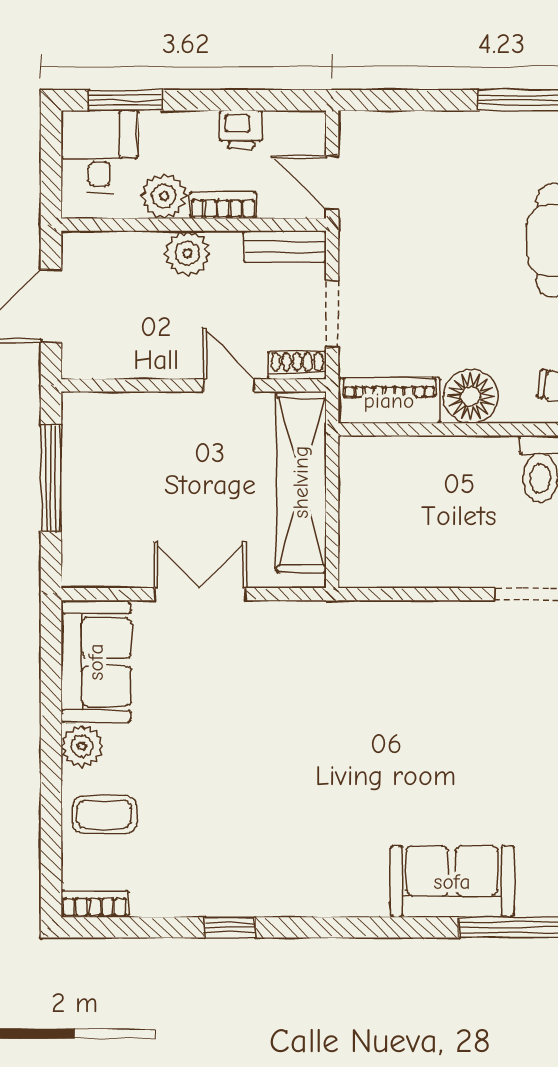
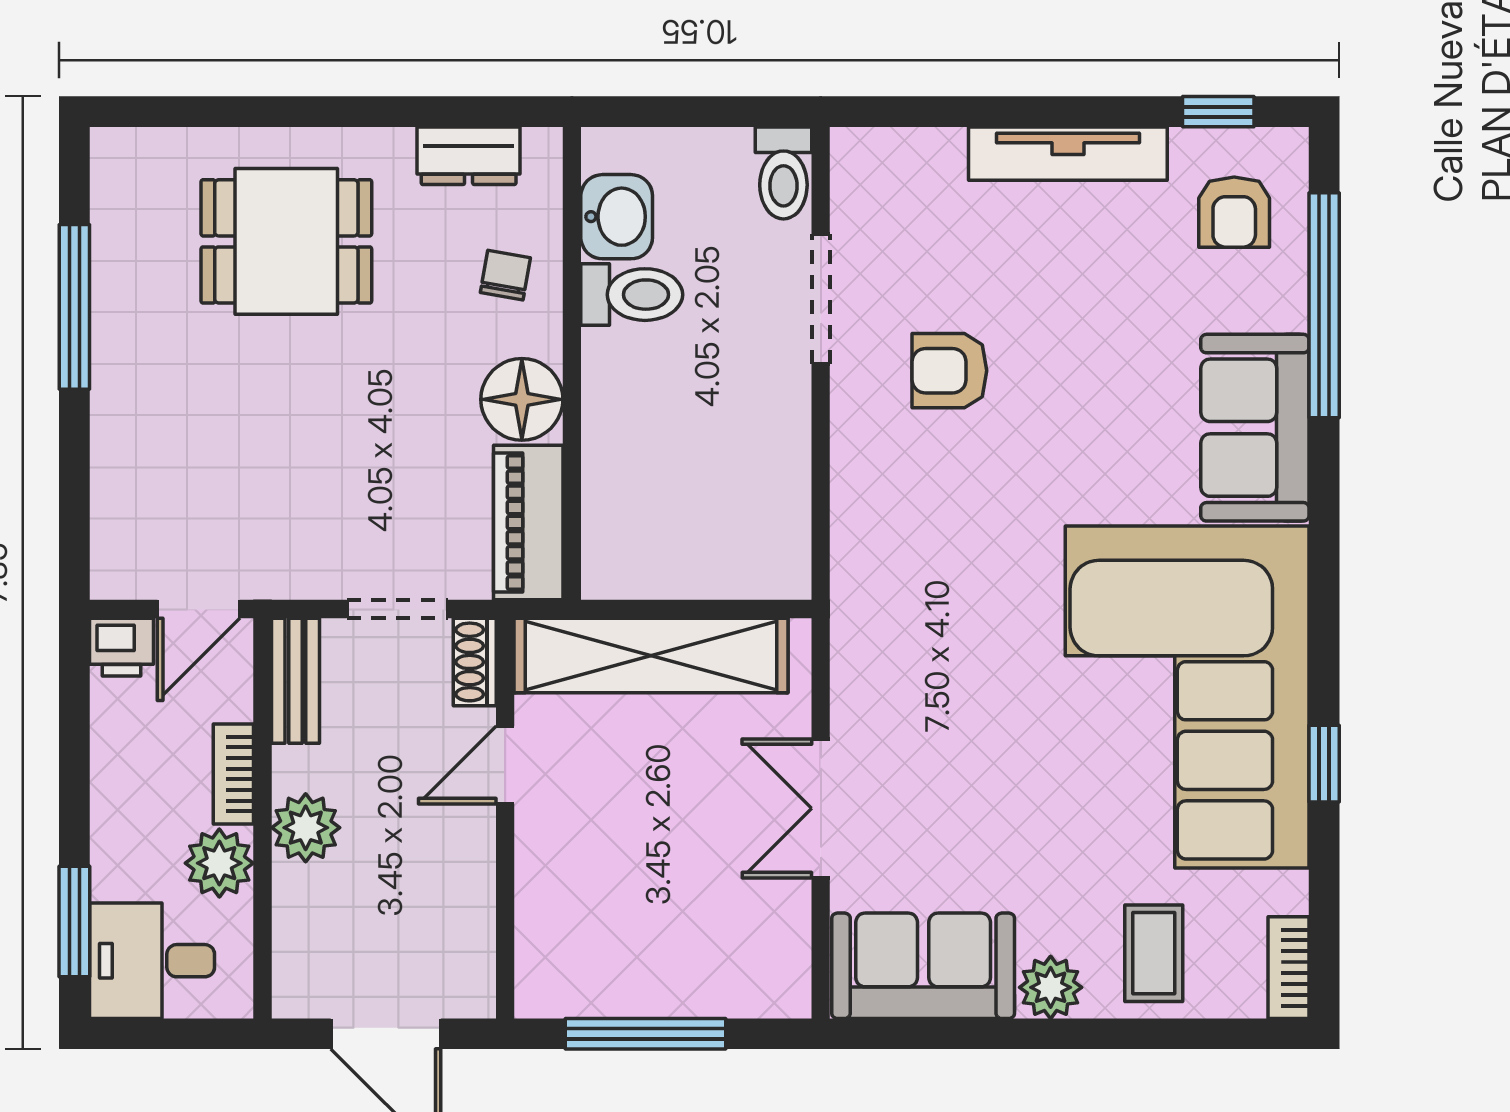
printer: (241, 129) -> (121, 647), moved, turned 90
armchair: (490, 679) -> (949, 371), added
corner sofa: (274, 837) -> (1187, 697), added

